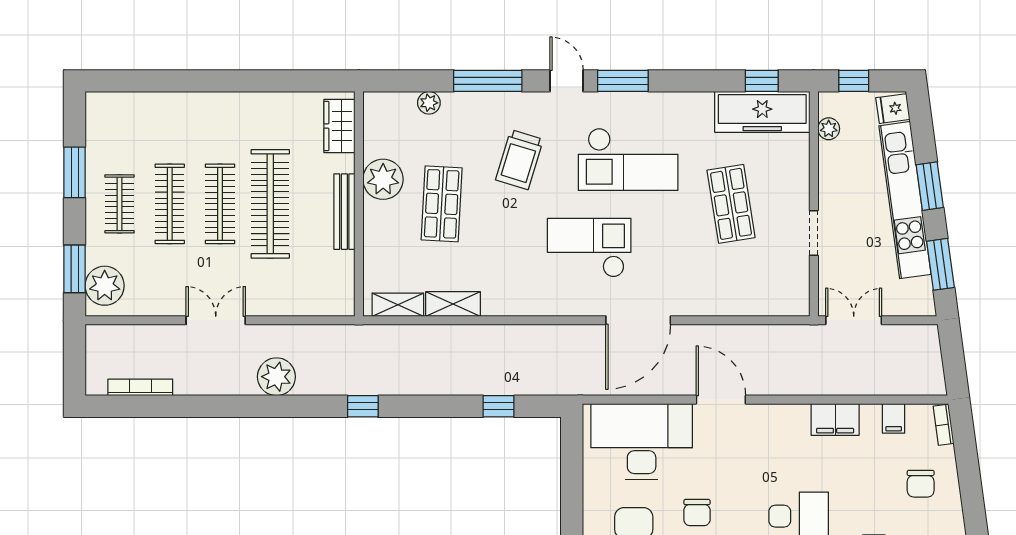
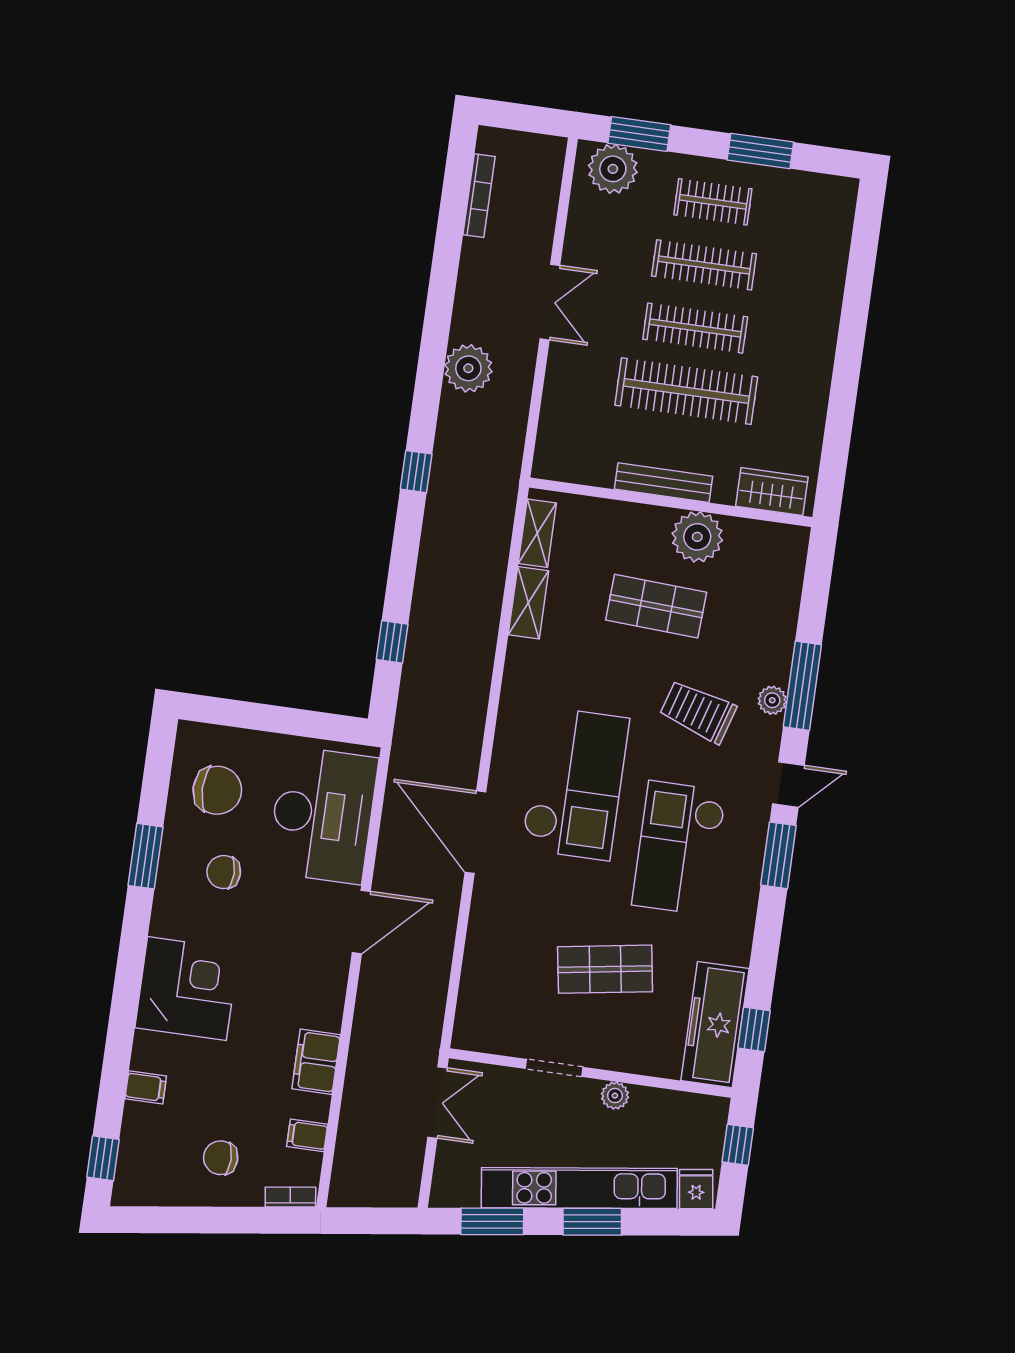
plant: (429, 103) -> (772, 700), moved
plant: (829, 129) -> (615, 1096), moved
checkout: (589, 248) -> (575, 784), width x1.36, depth x1.21

